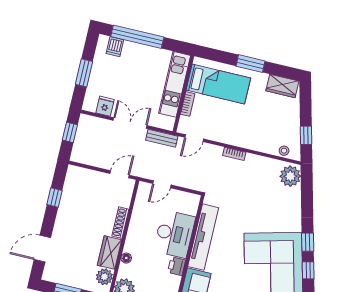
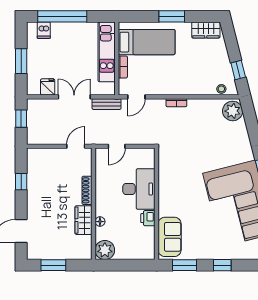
tv unit: (203, 237) -> (166, 186), removed
plant: (104, 277) -> (84, 243), removed

